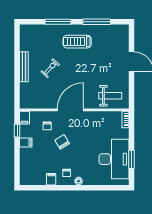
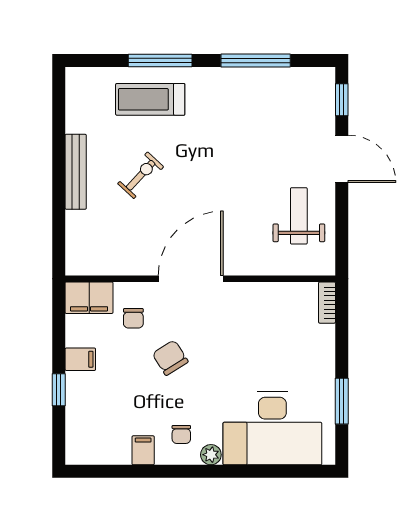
window: (131, 38) -> (342, 100), added
treadmill: (77, 42) -> (150, 99), moved
weight bench: (110, 96) -> (299, 216), moved, turned -90
filing cabinet: (24, 118) -> (89, 298), width x2.00
window: (17, 131) -> (59, 390), moved
desk: (114, 159) -> (272, 428), moved, turned 90

